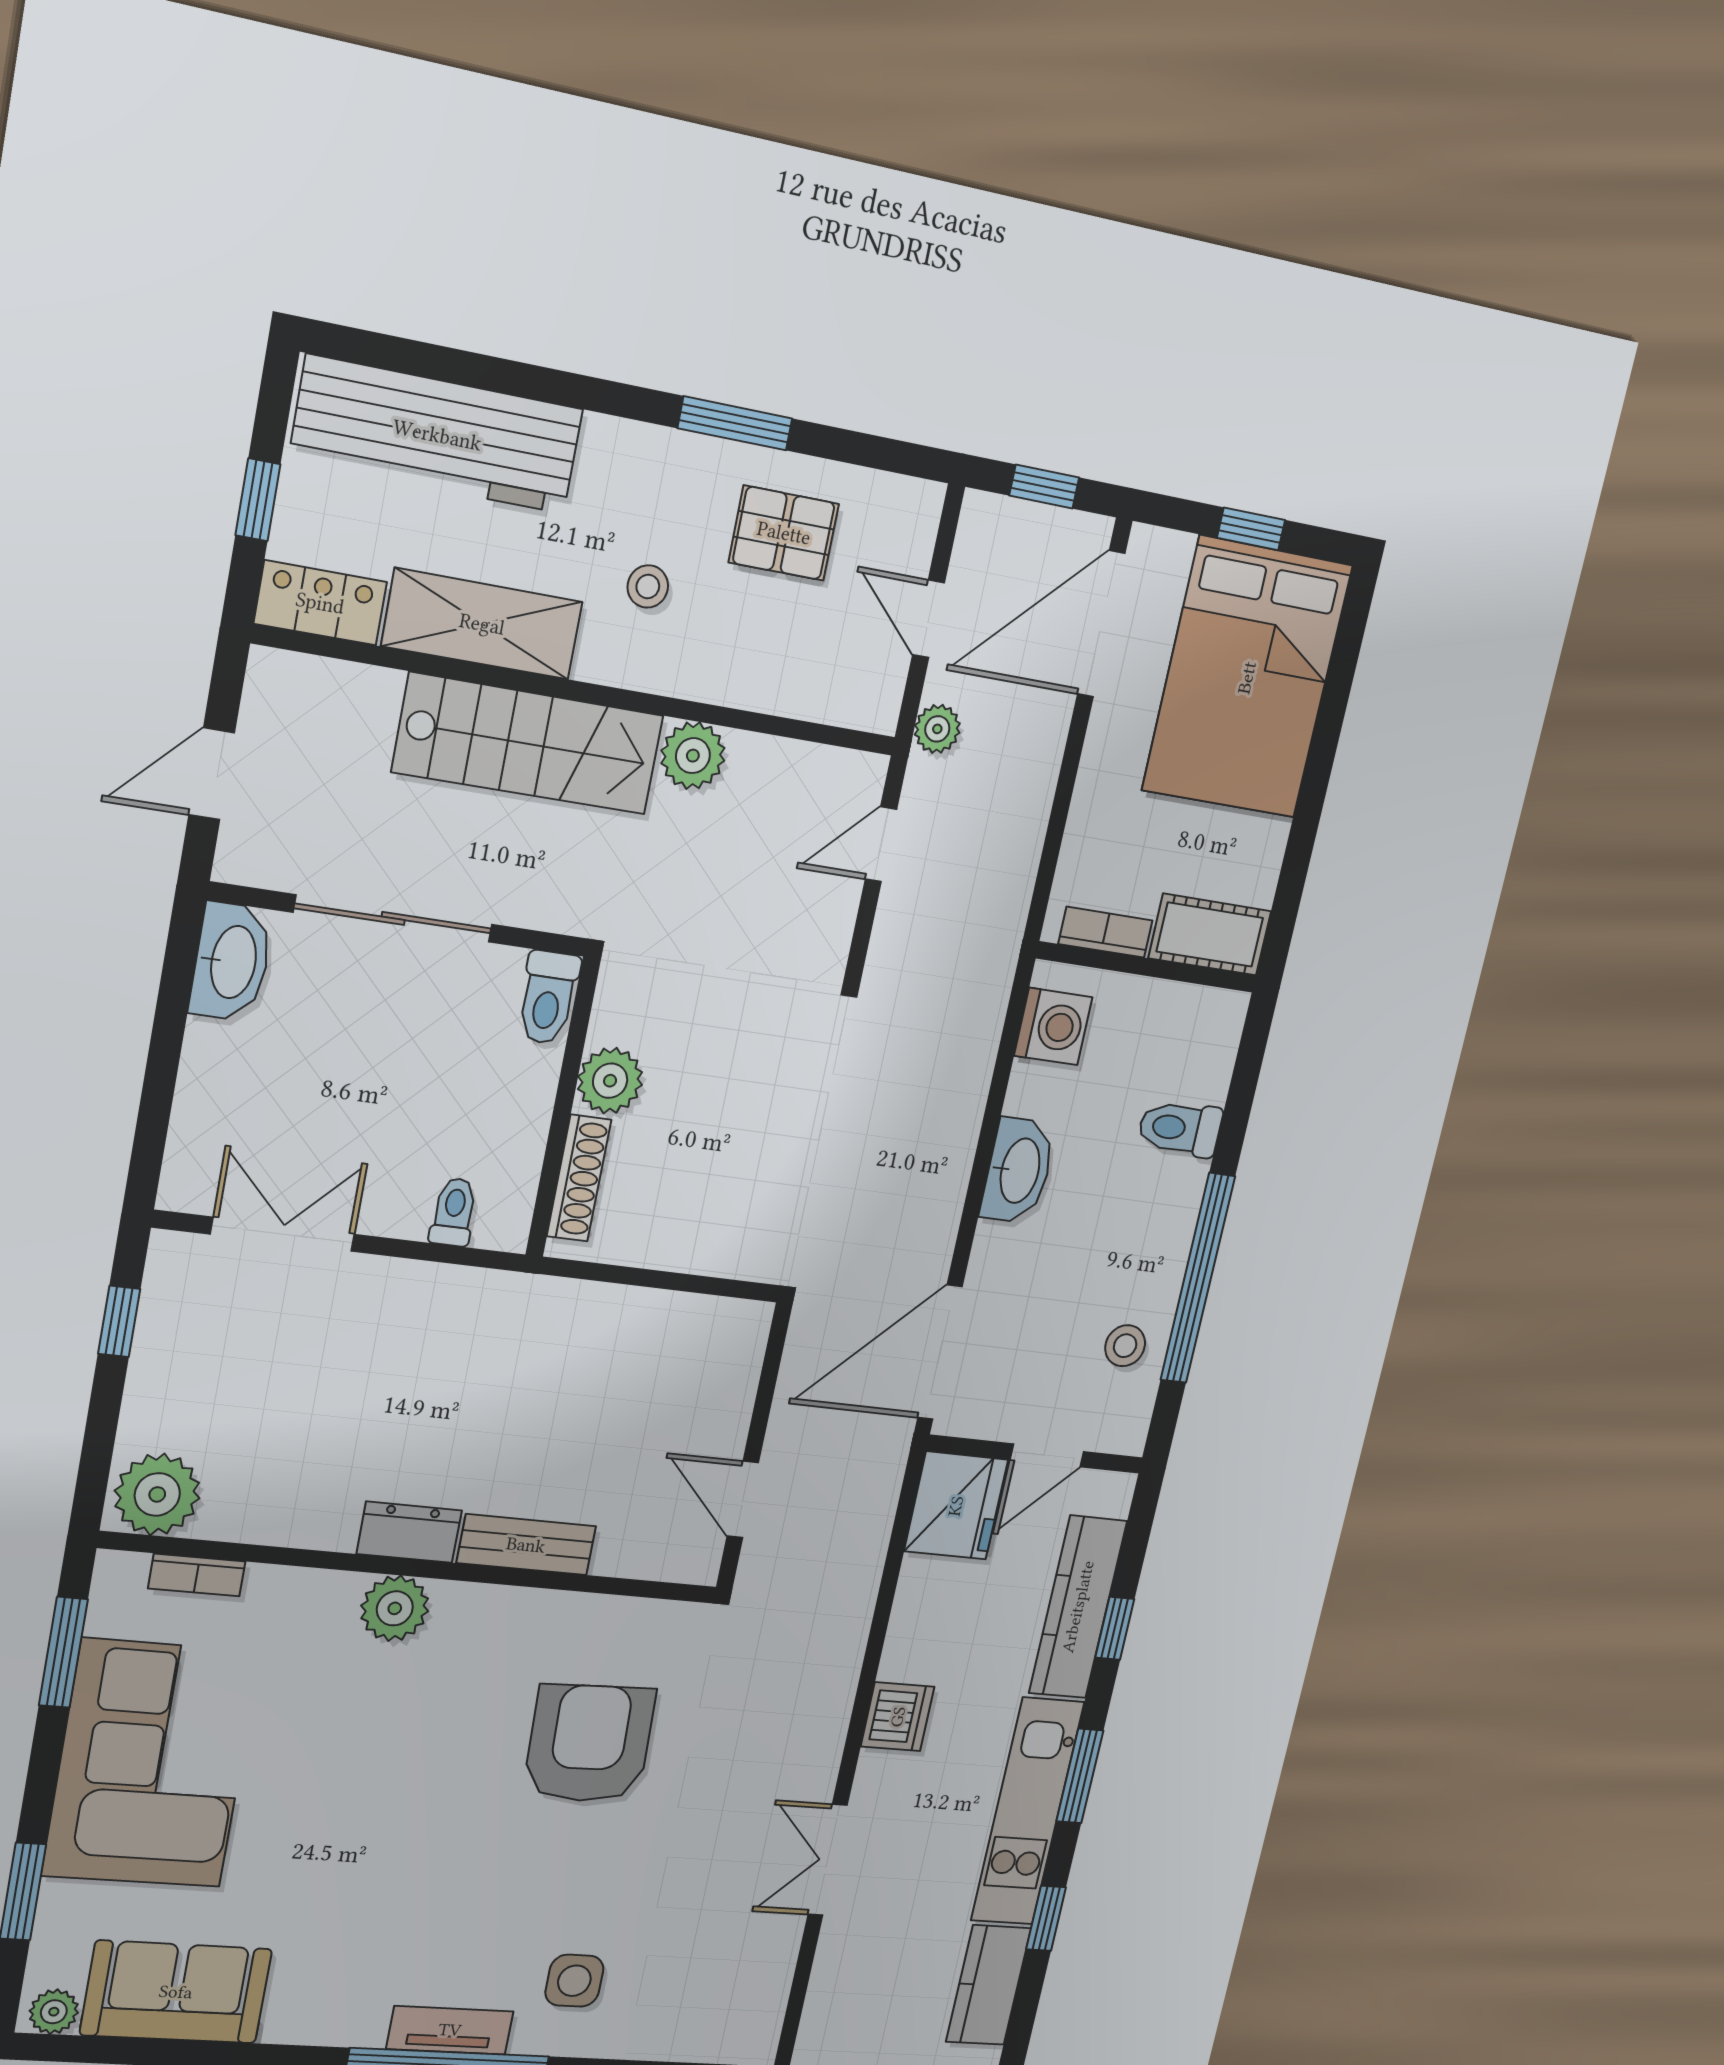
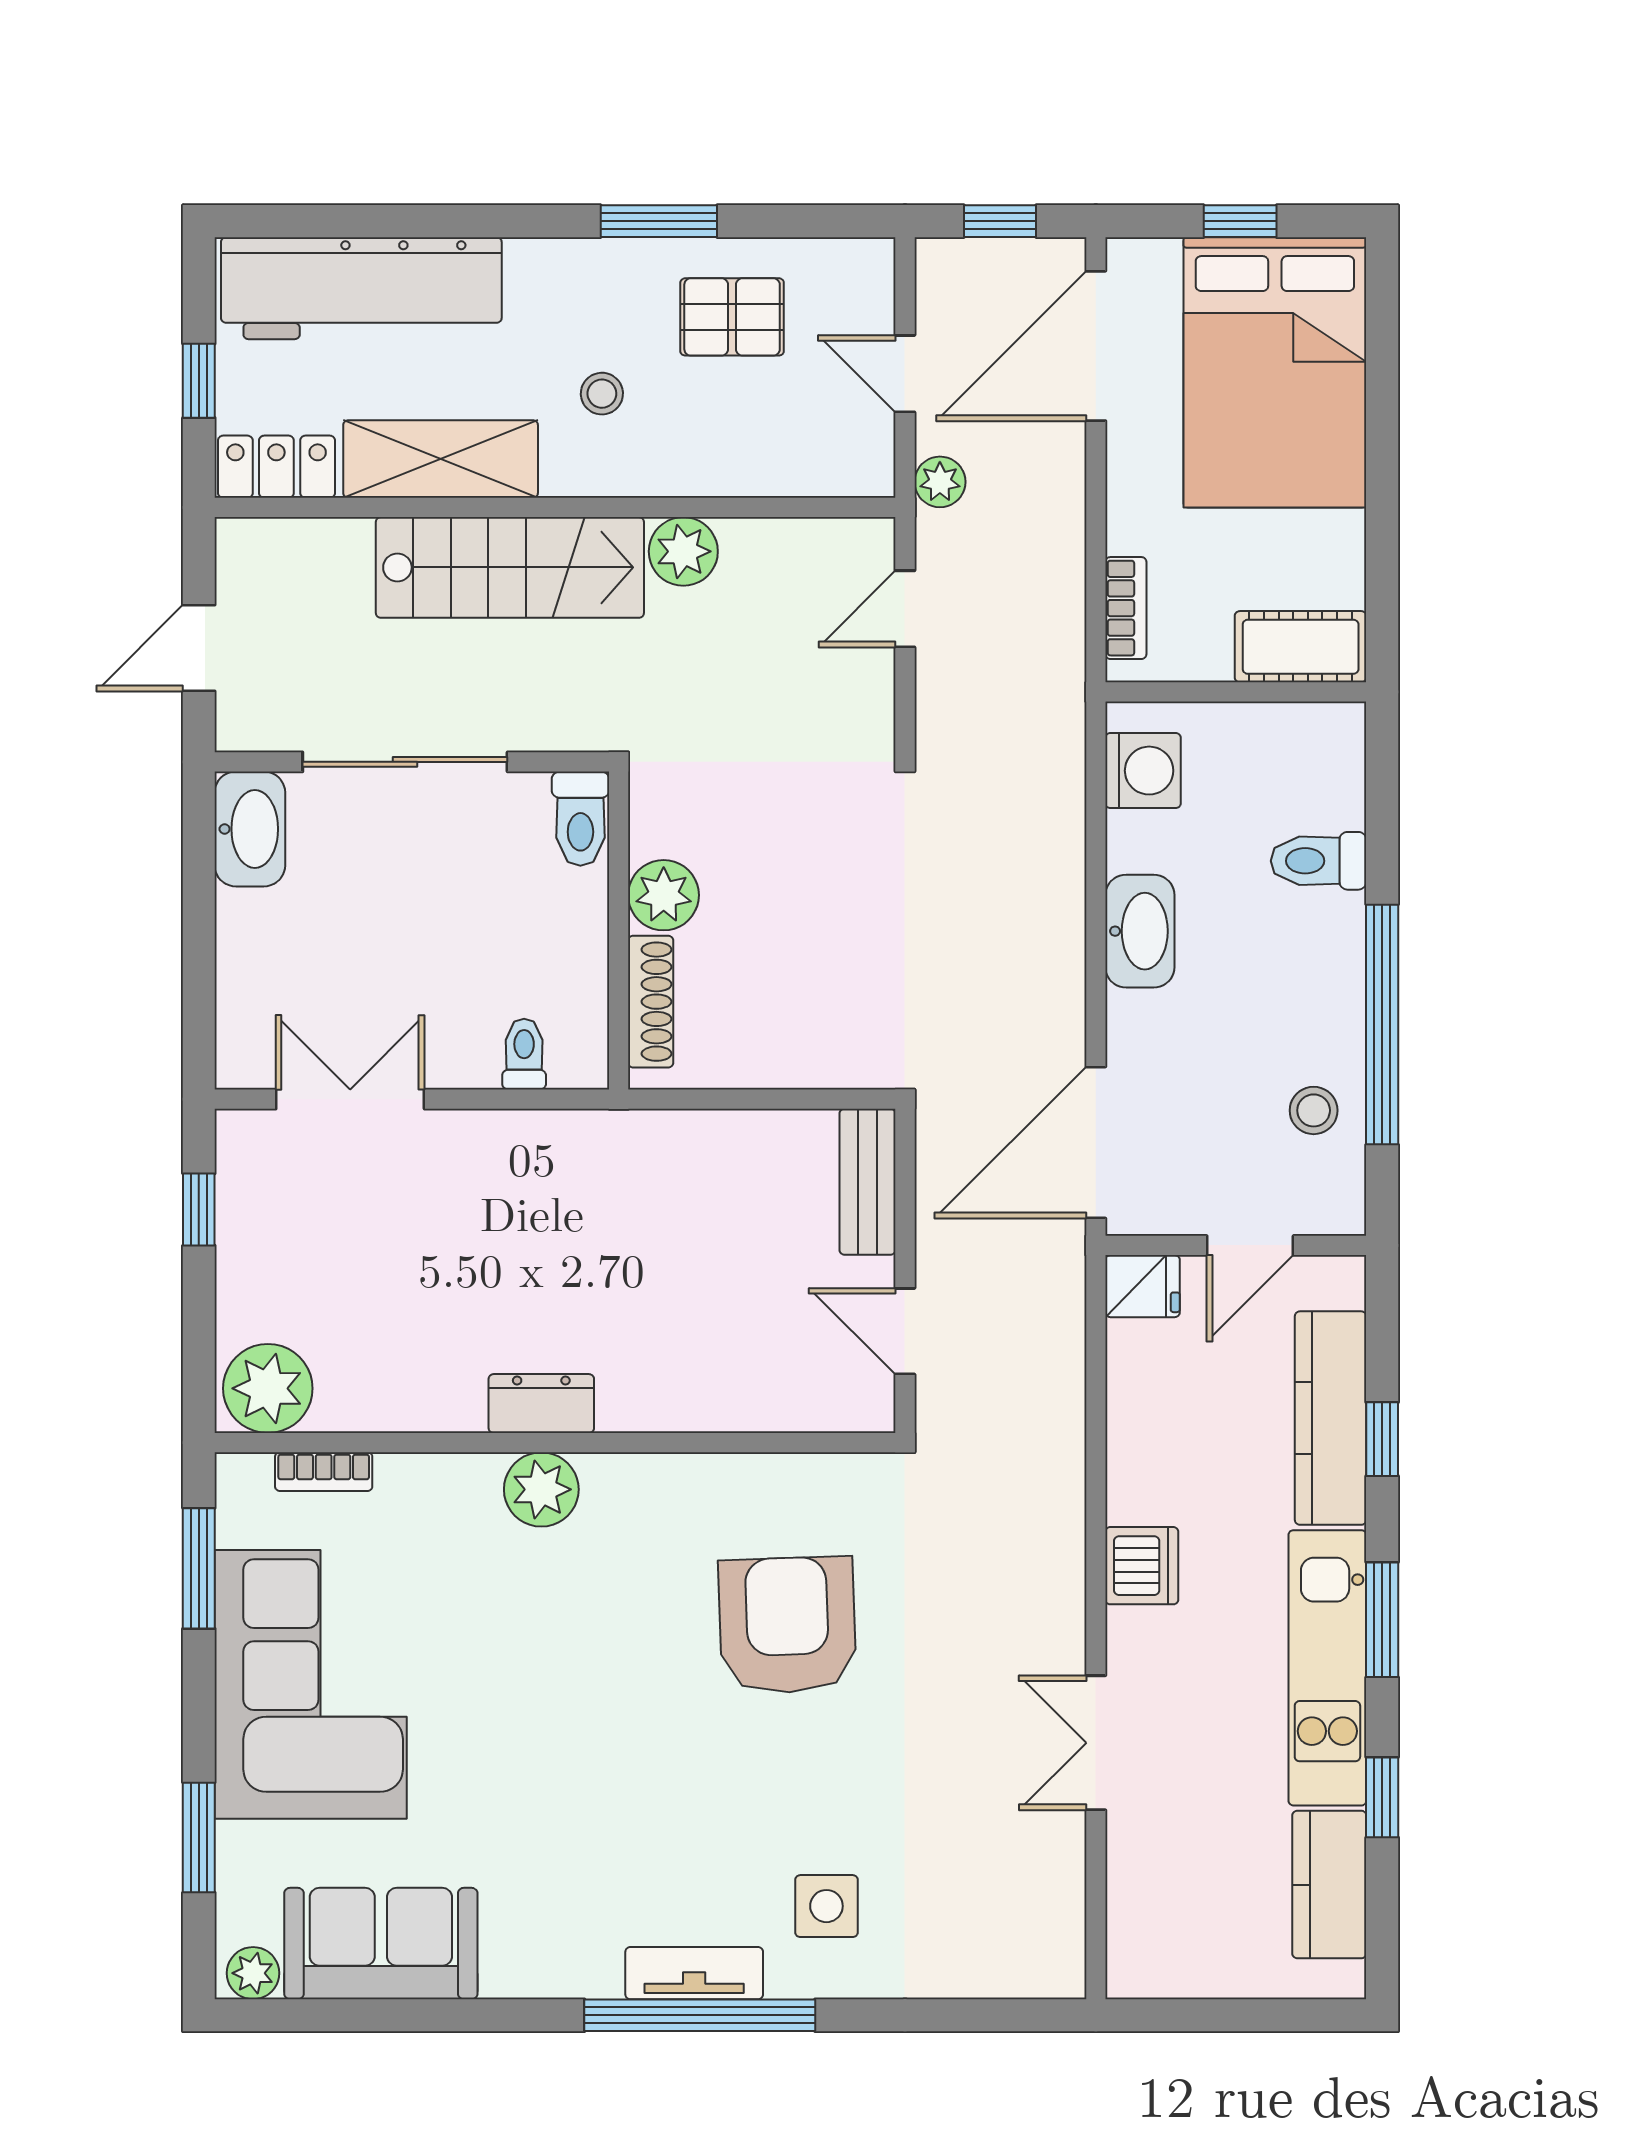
bookcase: (1105, 932) -> (1126, 608), moved, turned 90
fridge: (956, 1506) -> (1143, 1286), width x0.53, depth x0.75
bench: (526, 1545) -> (868, 1182), moved, turned 90

